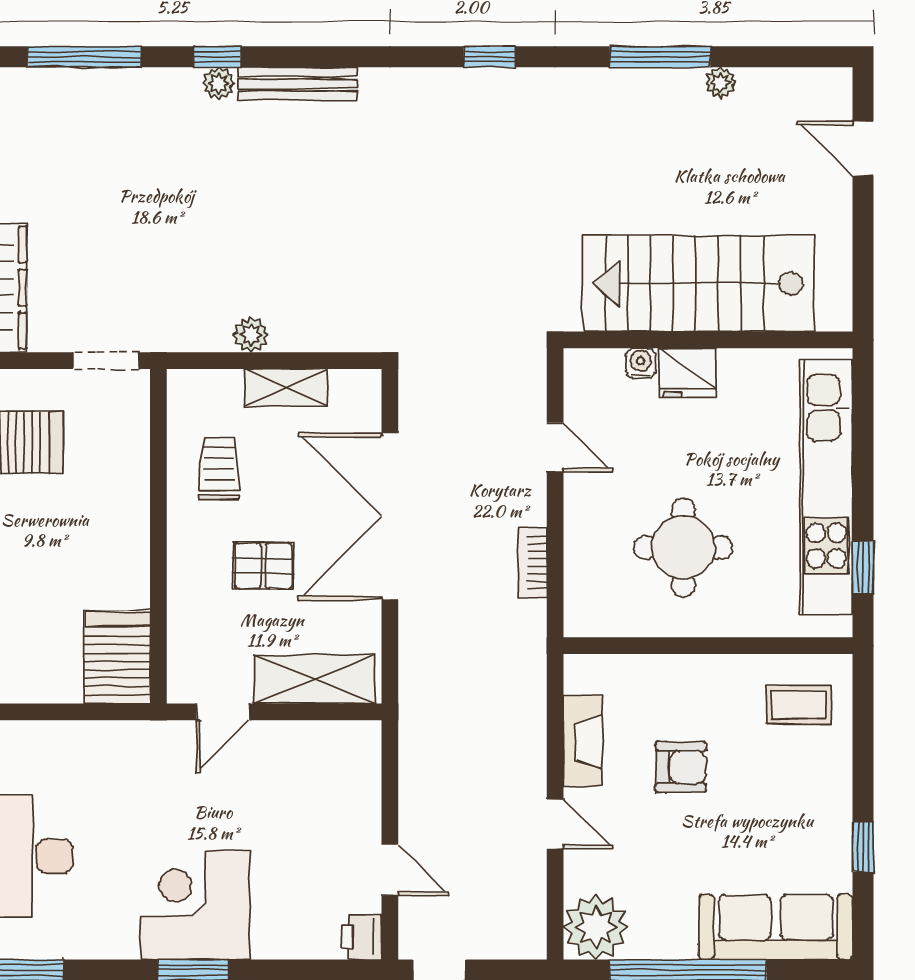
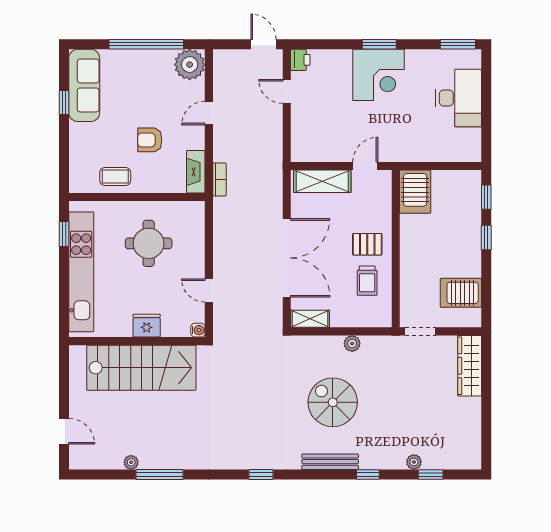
window: (84, 57) -> (431, 474), width x0.46
window: (489, 57) -> (261, 474), moved
plant: (219, 83) -> (414, 462), moved
spiral stairs: (292, 210) -> (333, 402), added
water cooler: (641, 363) -> (198, 330), moved, turned -90
shelving: (286, 387) -> (310, 319), moved
bookcase: (533, 563) -> (219, 179), moved
pallet: (263, 566) -> (367, 244), moved
coffee table: (799, 705) -> (115, 176), moved
fireplace: (583, 741) -> (196, 172), moved
door: (555, 824) -> (209, 113), hinge flipped
sofa: (776, 927) -> (84, 85), moved, turned -90

